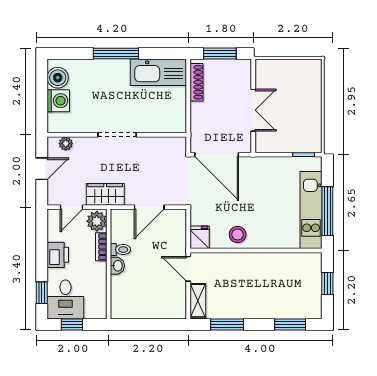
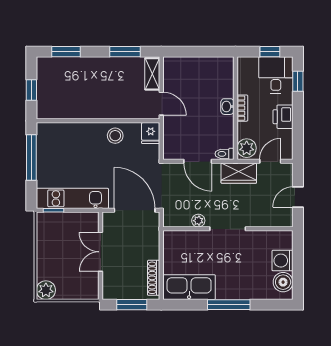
plant: (312, 69) -> (46, 290), added
plant: (66, 144) -> (198, 221), moved
door: (149, 207) -> (198, 161), swing flipped
kitchen unit: (311, 210) -> (72, 198), moved, turned -90
bookcase: (101, 247) -> (242, 108), moved
toilet: (120, 250) -> (224, 154), moved

